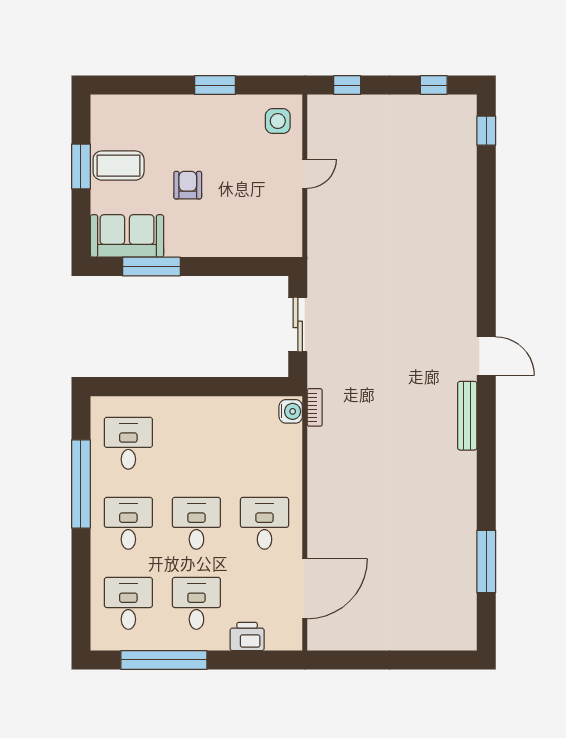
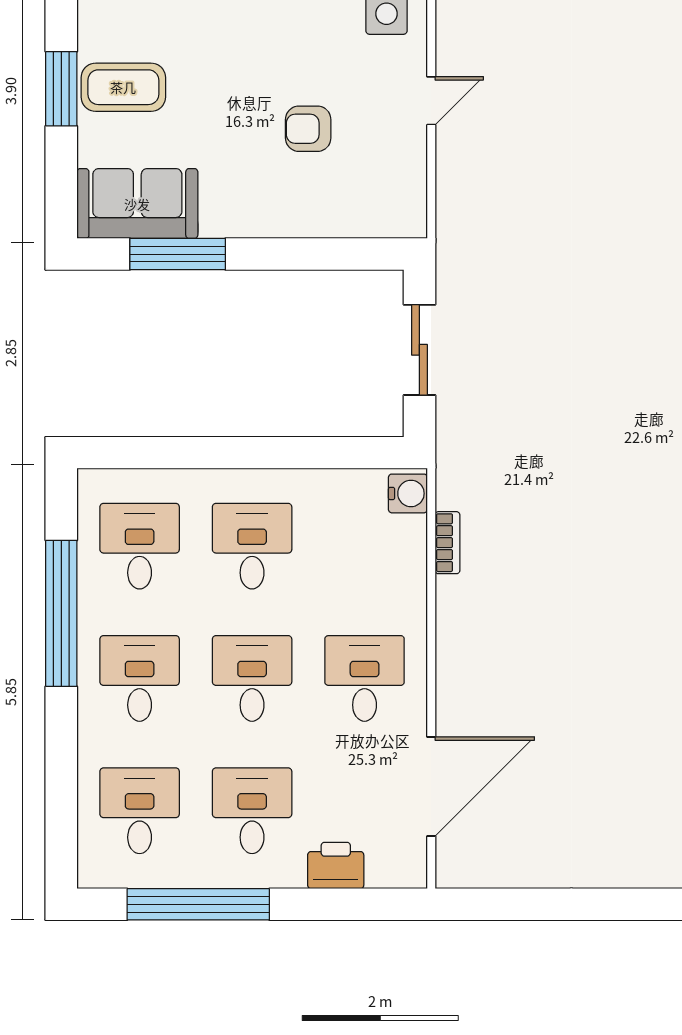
armchair: (188, 185) -> (308, 129), moved, turned -90
bookcase: (315, 407) -> (447, 543), moved
desk: (196, 443) -> (252, 546), added

